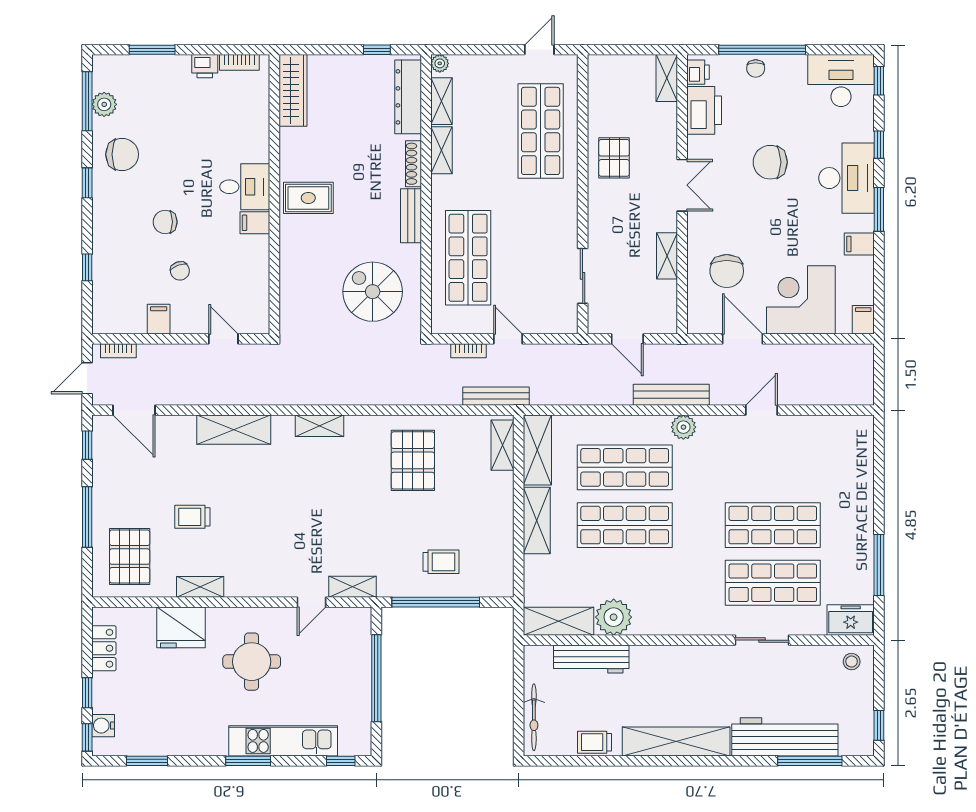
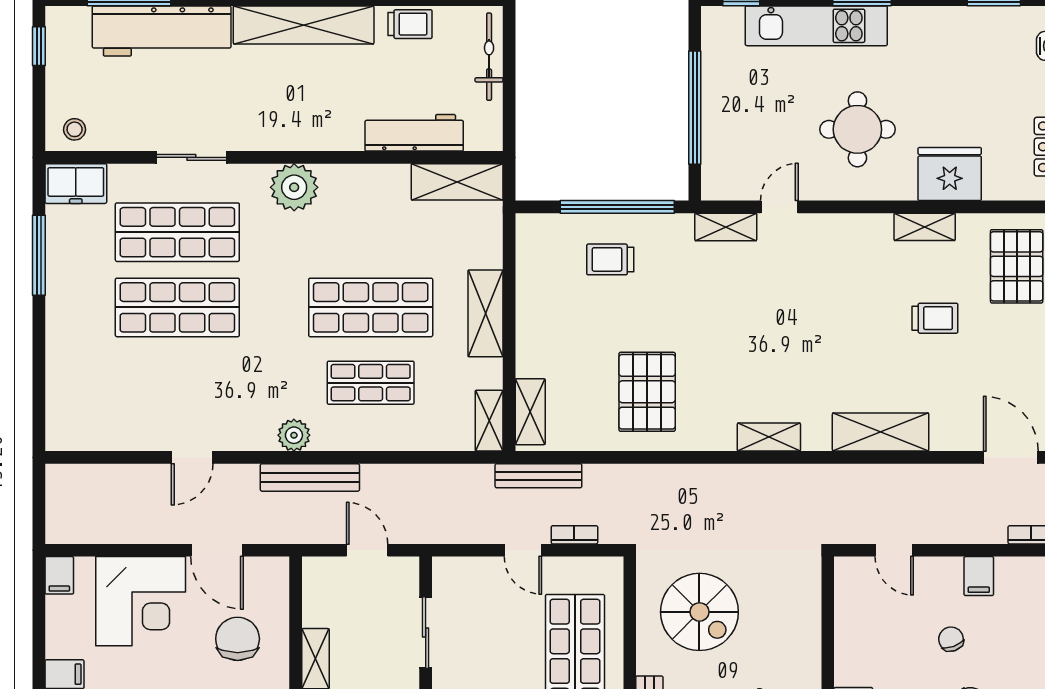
shelving: (537, 450) -> (489, 421), width x0.67, depth x0.75
shop shelf: (625, 467) -> (371, 383), width x0.70, depth x0.74
plant: (614, 617) -> (294, 187), moved

